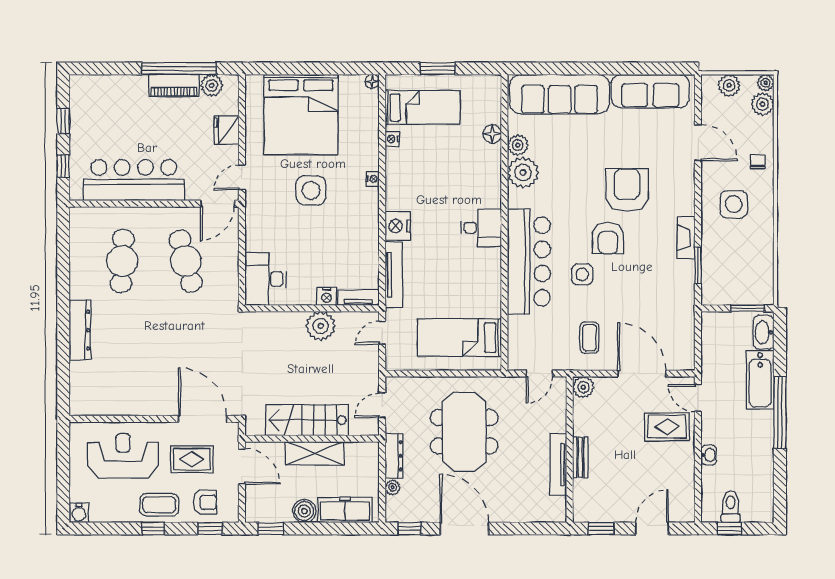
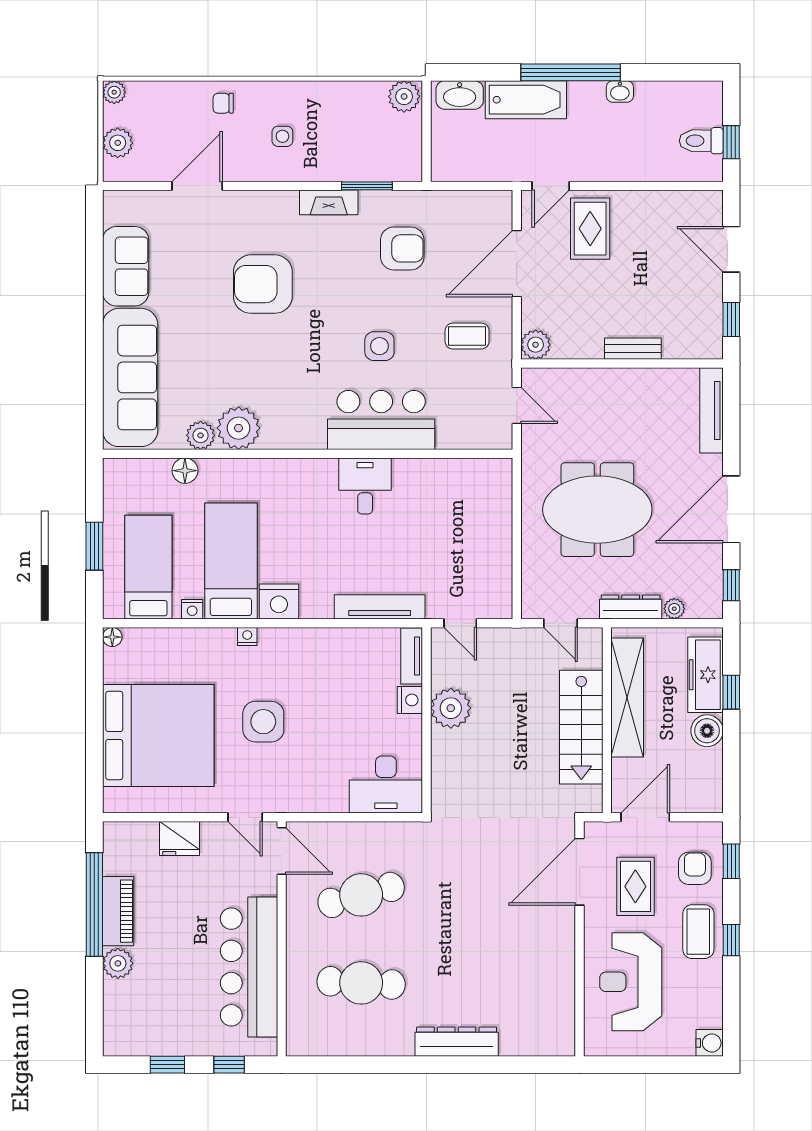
plant: (212, 85) -> (118, 963), moved
sofa: (650, 91) -> (126, 266), width x0.73
plant: (763, 104) -> (404, 96), moved
side table: (734, 204) -> (282, 136), width x0.54, depth x0.54
nightstand: (398, 226) -> (279, 602), moved
desk: (481, 228) -> (365, 486), moved
armchair: (608, 238) -> (402, 248), moved
bar counter: (529, 262) -> (381, 420), width x0.73
window: (747, 308) -> (426, 117), removed
bed: (460, 338) -> (231, 561), moved, turned 180
shelving: (315, 453) -> (627, 697), width x1.47
washbasin: (709, 455) -> (620, 91), moved, turned 180
tv unit: (558, 465) -> (711, 410), moved, turned 90
window: (271, 528) -> (731, 692), moved

